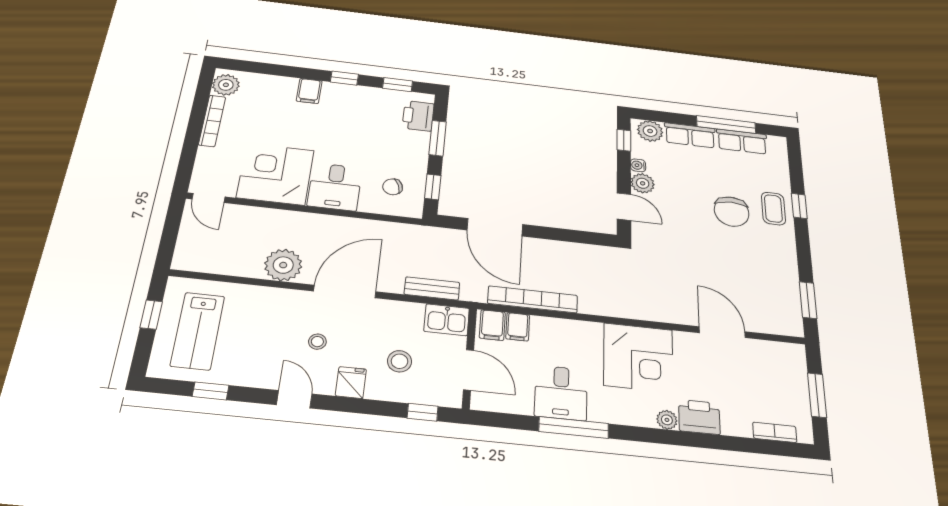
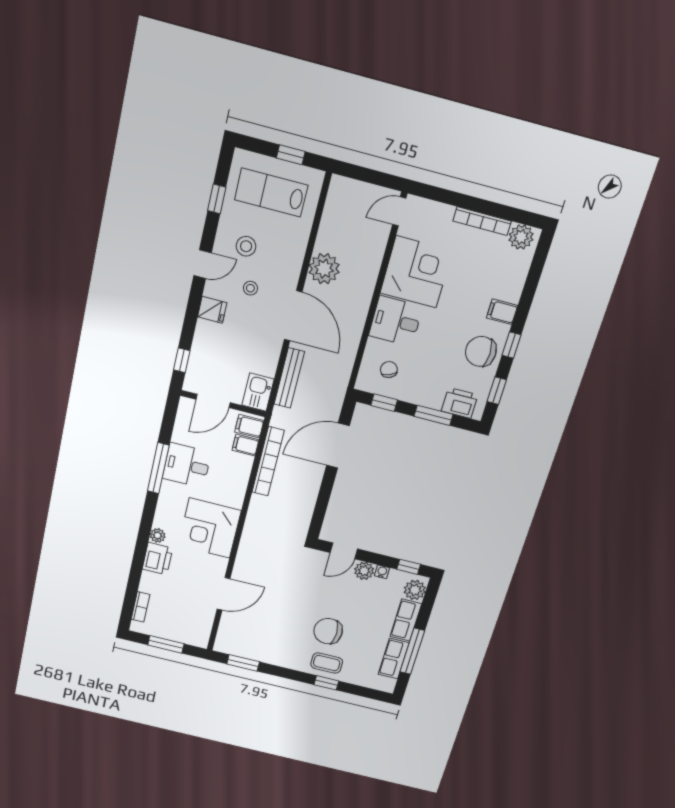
chair: (356, 104) -> (481, 351), added
bench: (432, 288) -> (289, 378), width x1.36
stool: (399, 361) -> (246, 246), moved

